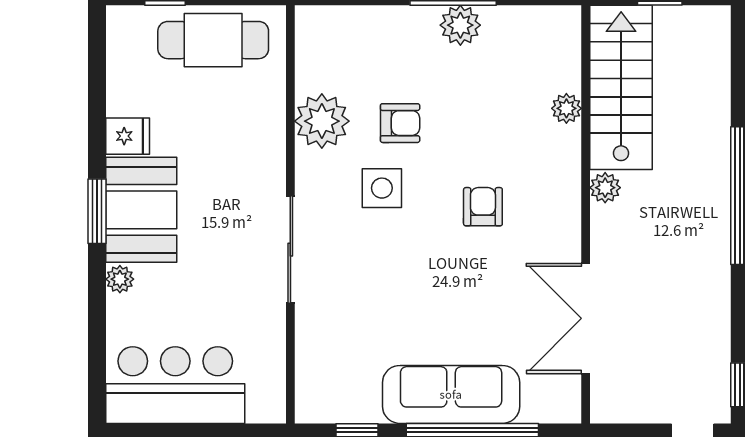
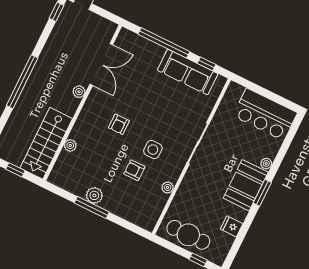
plant: (322, 121) -> (168, 188), width x0.53, depth x0.53
fridge: (128, 136) -> (232, 226), moved
plant: (605, 188) -> (79, 92), moved
sofa: (451, 394) -> (188, 72), moved

